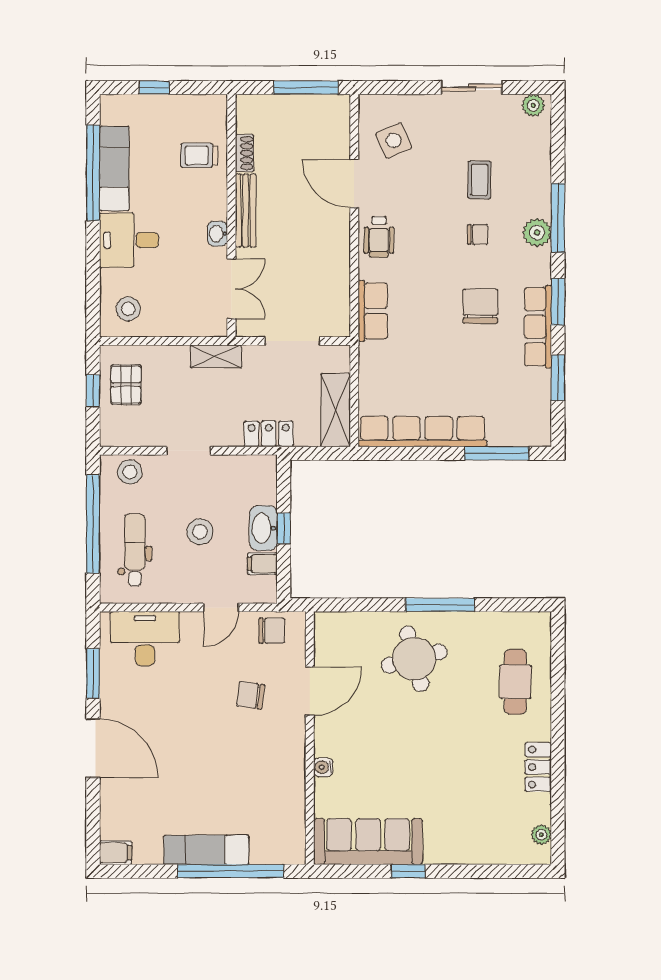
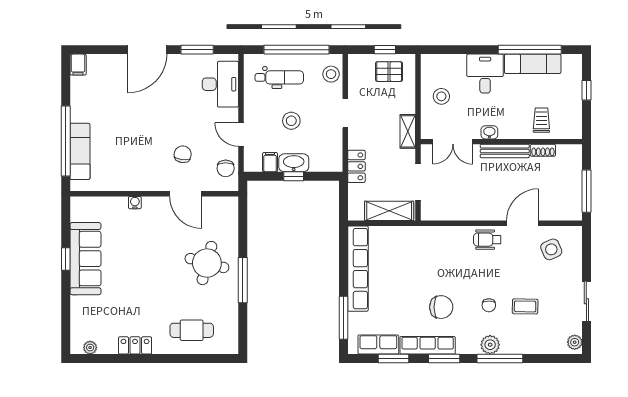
stool: (128, 309) -> (441, 96), moved
row of seats: (373, 311) -> (378, 345), moved, turned 180
shelving: (336, 410) -> (389, 211), moved
round table: (414, 659) -> (207, 263), turned 30
sofa: (368, 842) -> (85, 259), moved
exam couch: (206, 850) -> (80, 151), moved

